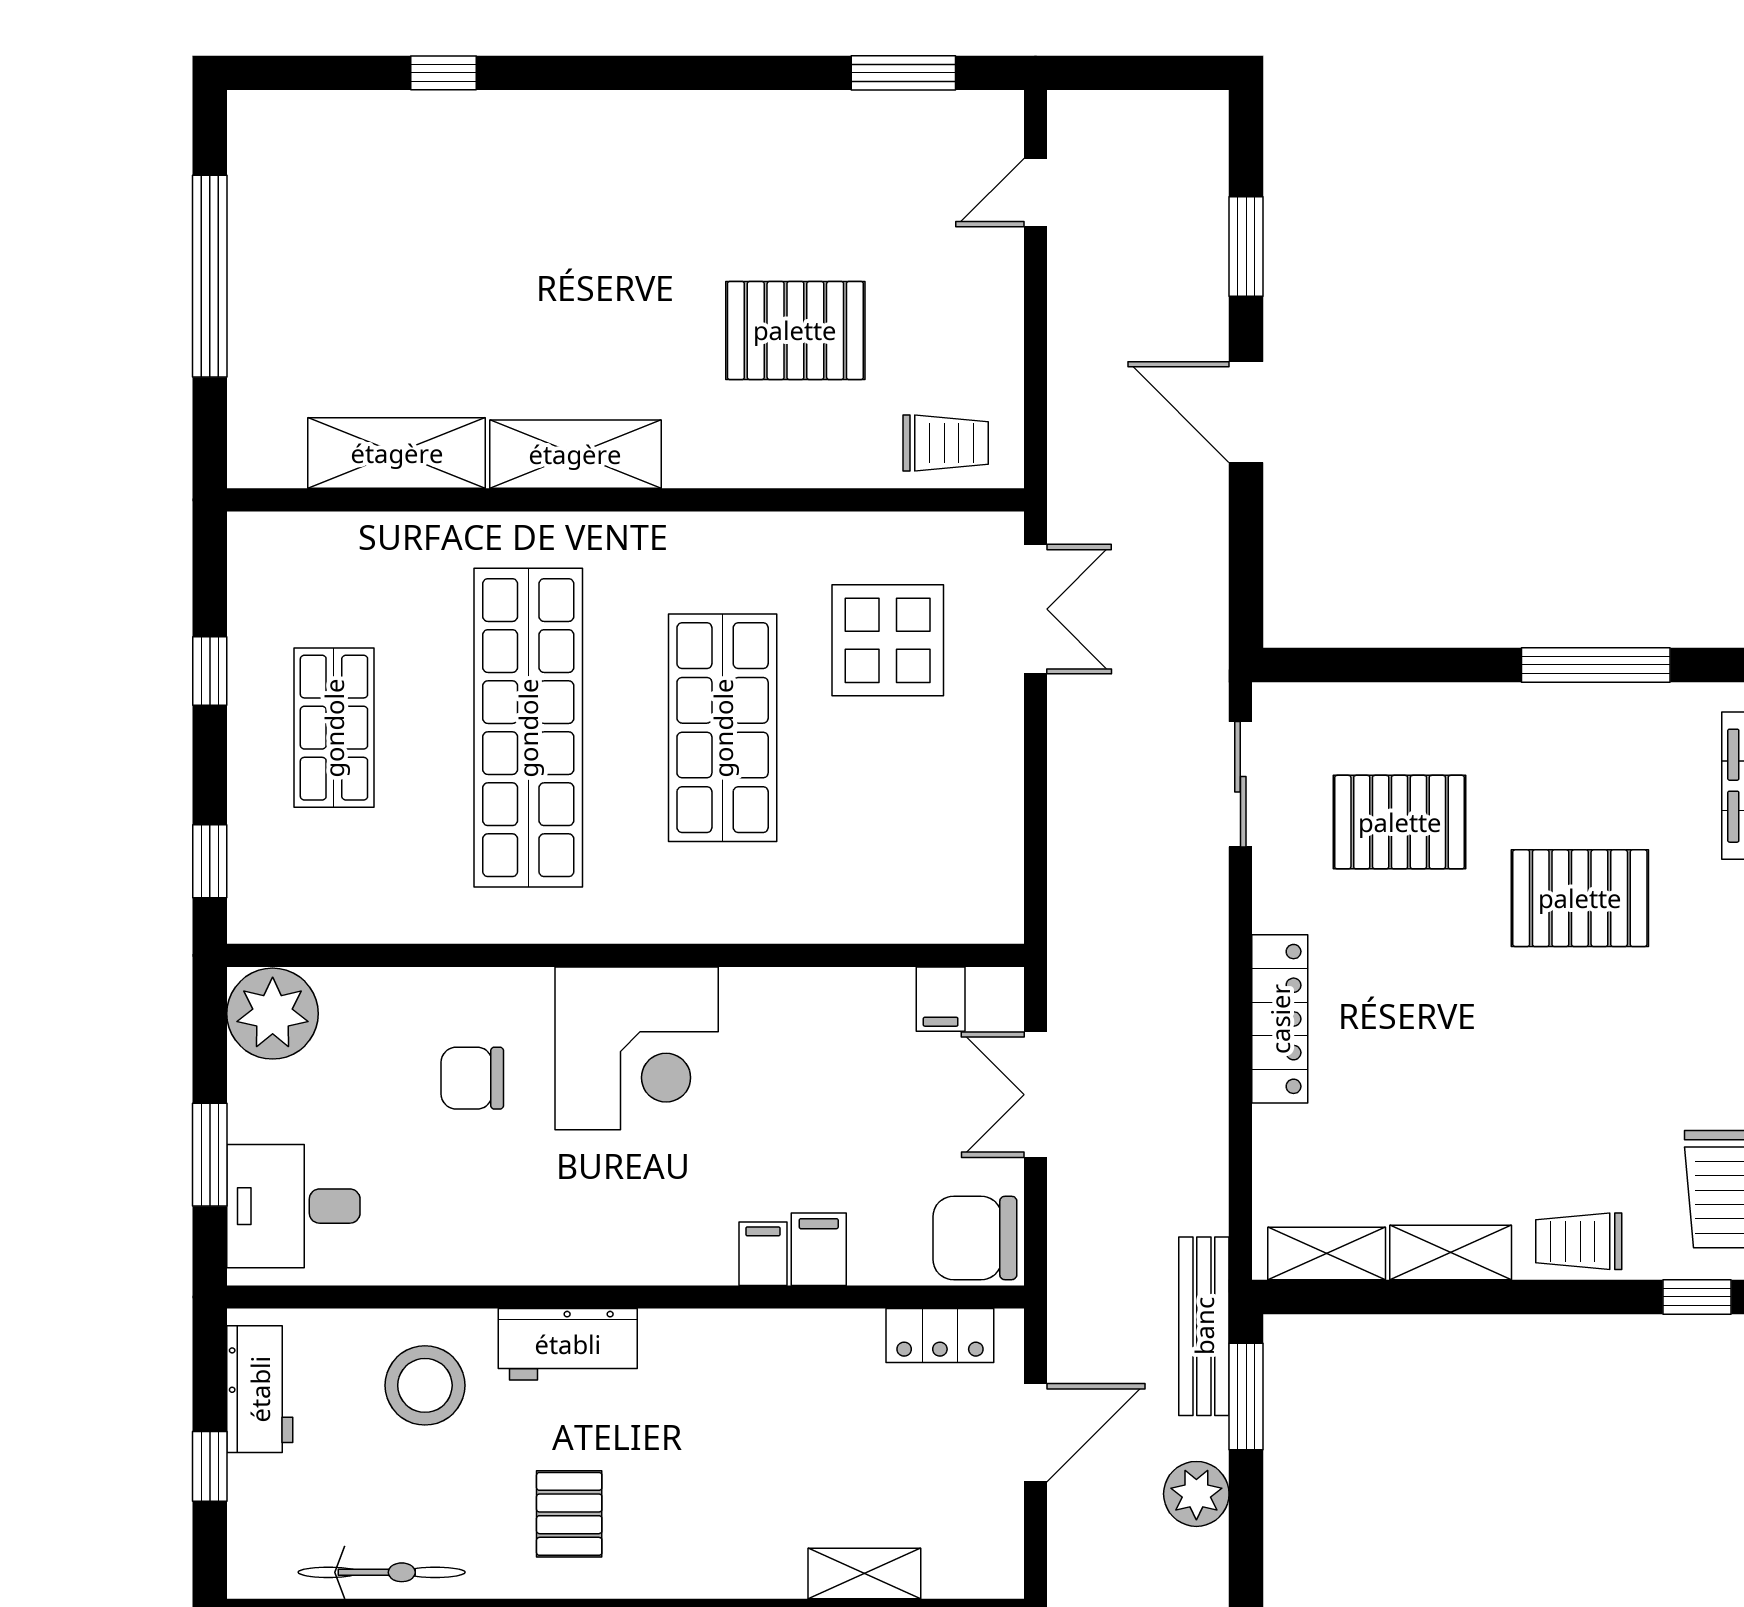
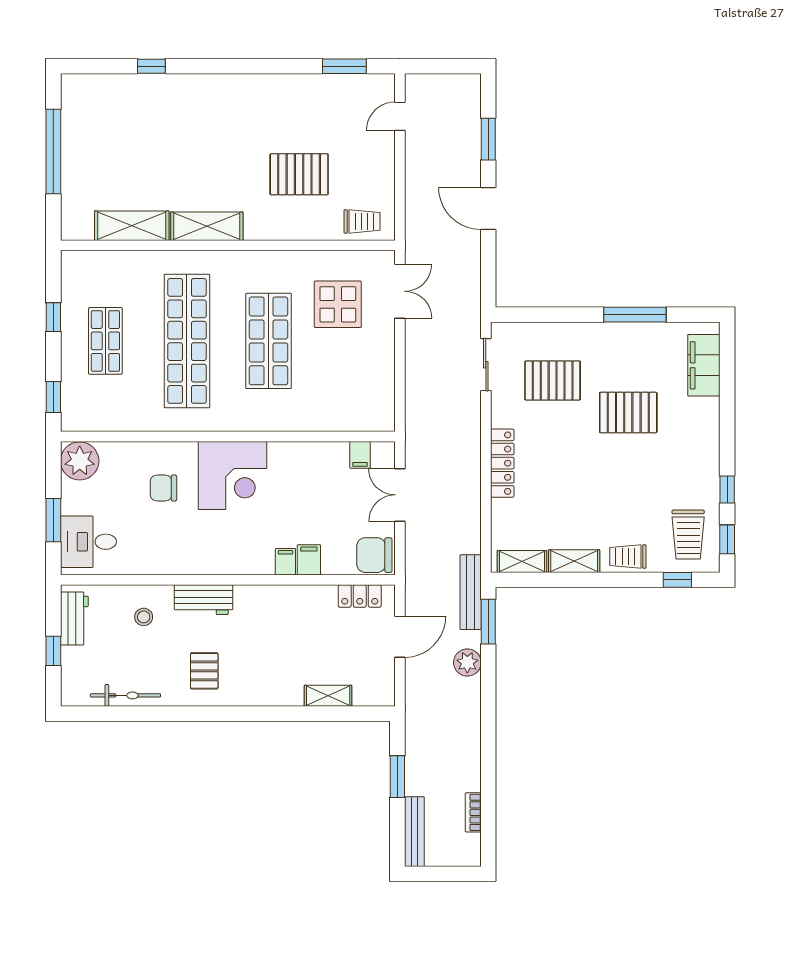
stool: (425, 1385) -> (144, 617), width x0.53, depth x0.53

